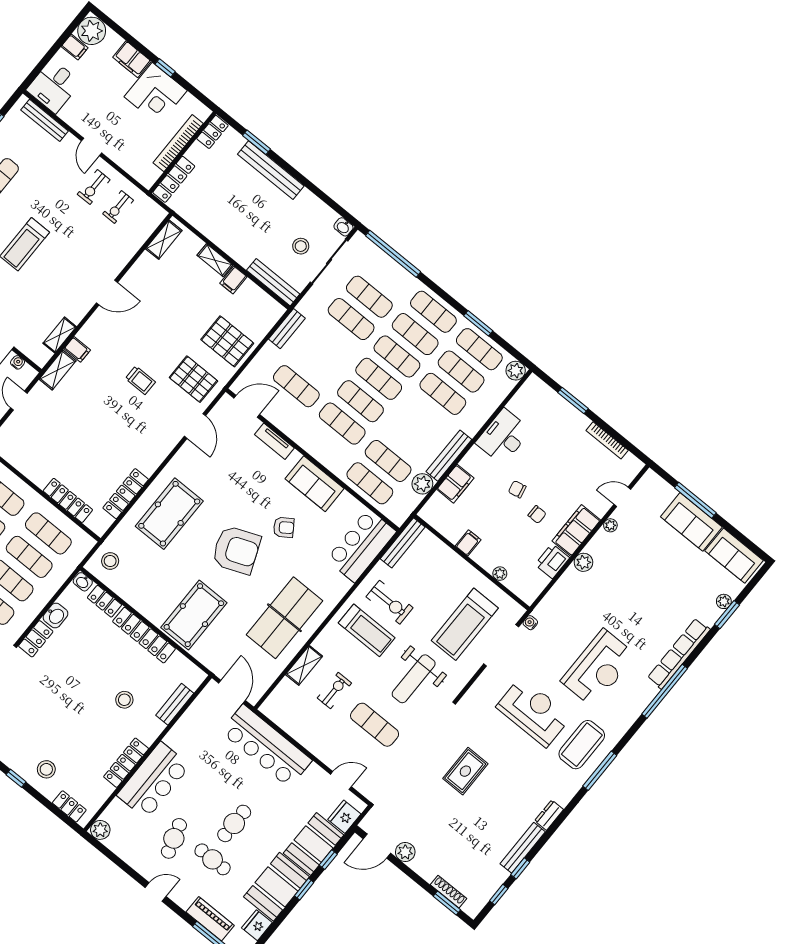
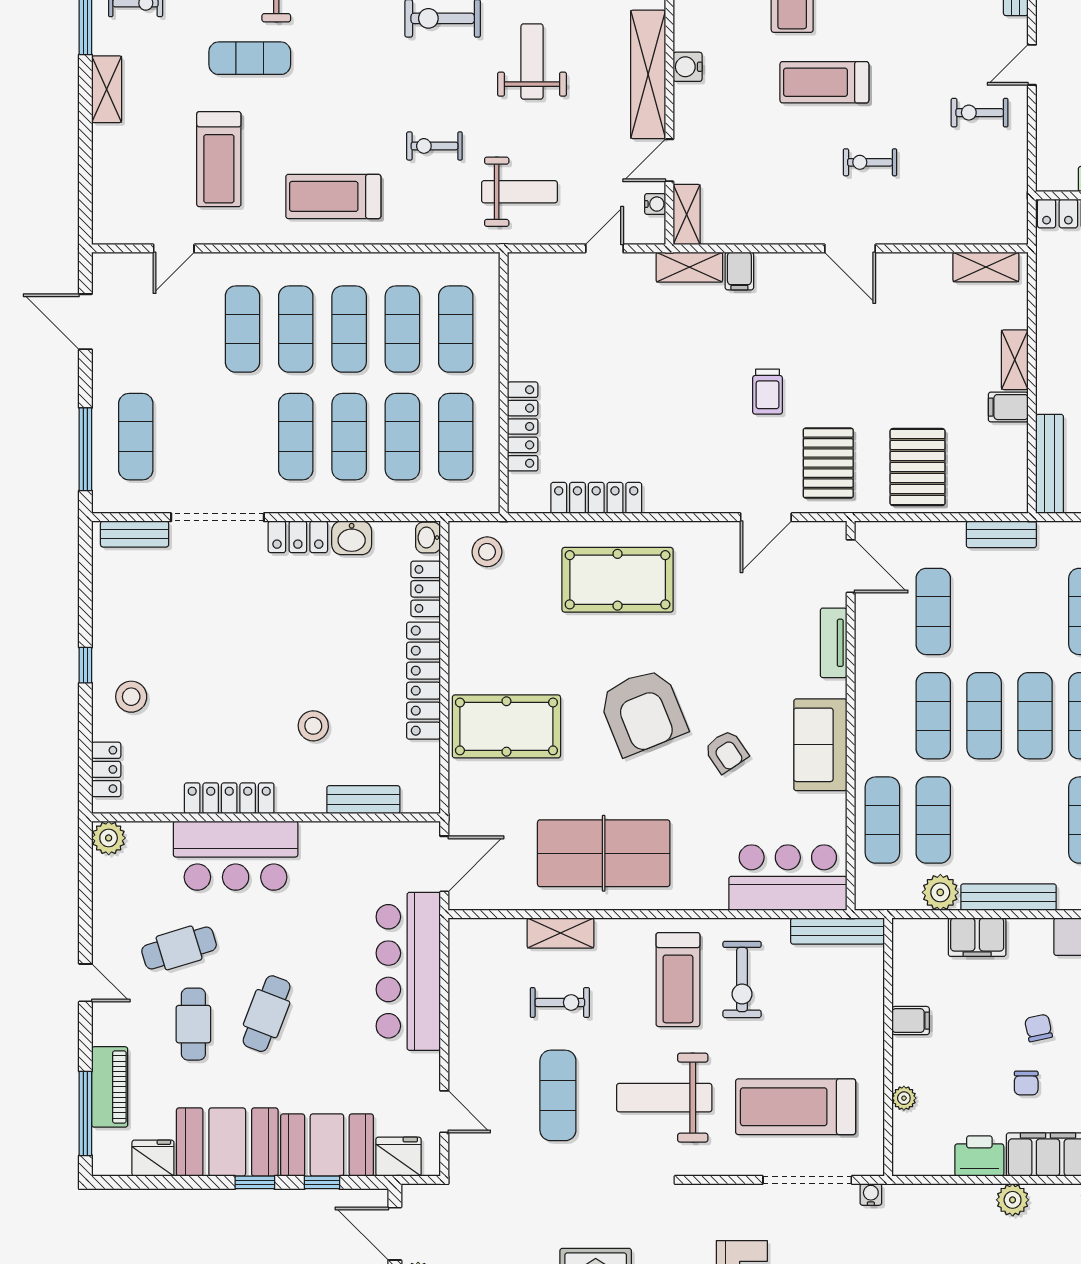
exercise bike: (118, 207) -> (870, 162), moved
shelving: (60, 335) -> (687, 214), moved, turned 90
cafe table: (234, 823) -> (267, 1014), turned -69

